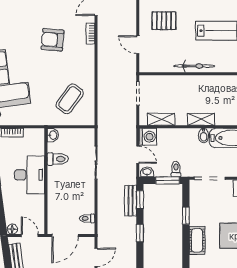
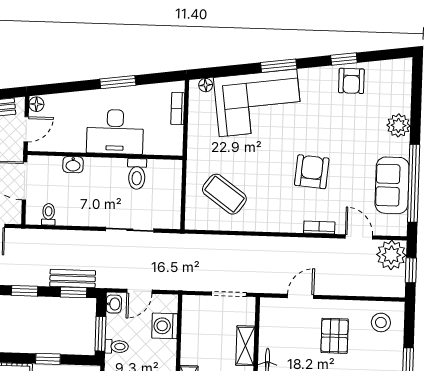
shelving: (161, 119) -> (245, 346), moved
washbasin: (53, 135) -> (73, 165), moved
washing machine: (148, 137) -> (165, 326), moved, turned 90

